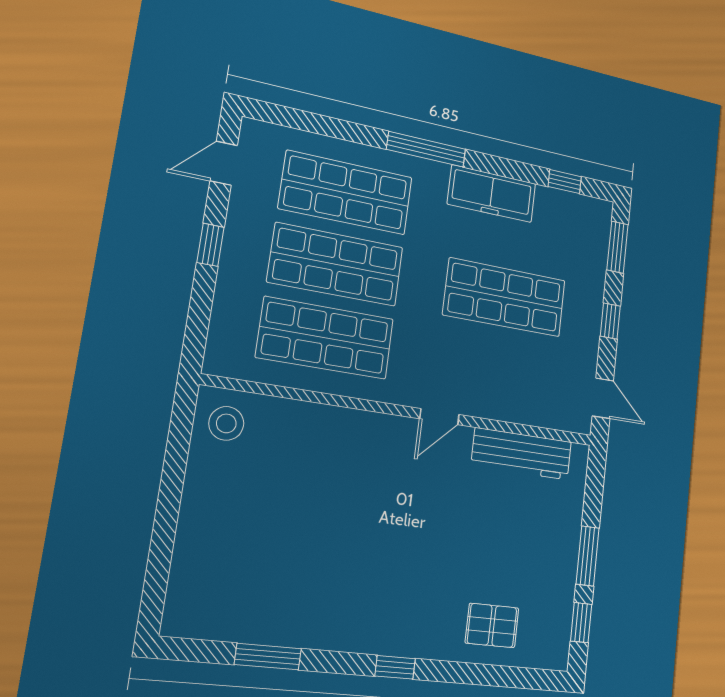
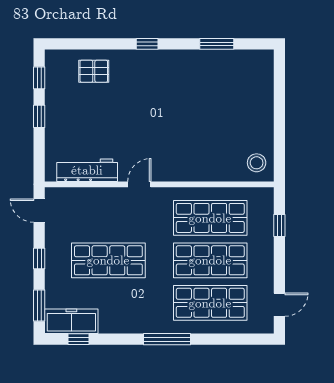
freezer: (492, 194) -> (71, 321), moved
window: (210, 245) -> (279, 226), moved
window: (588, 556) -> (39, 116), width x0.67

